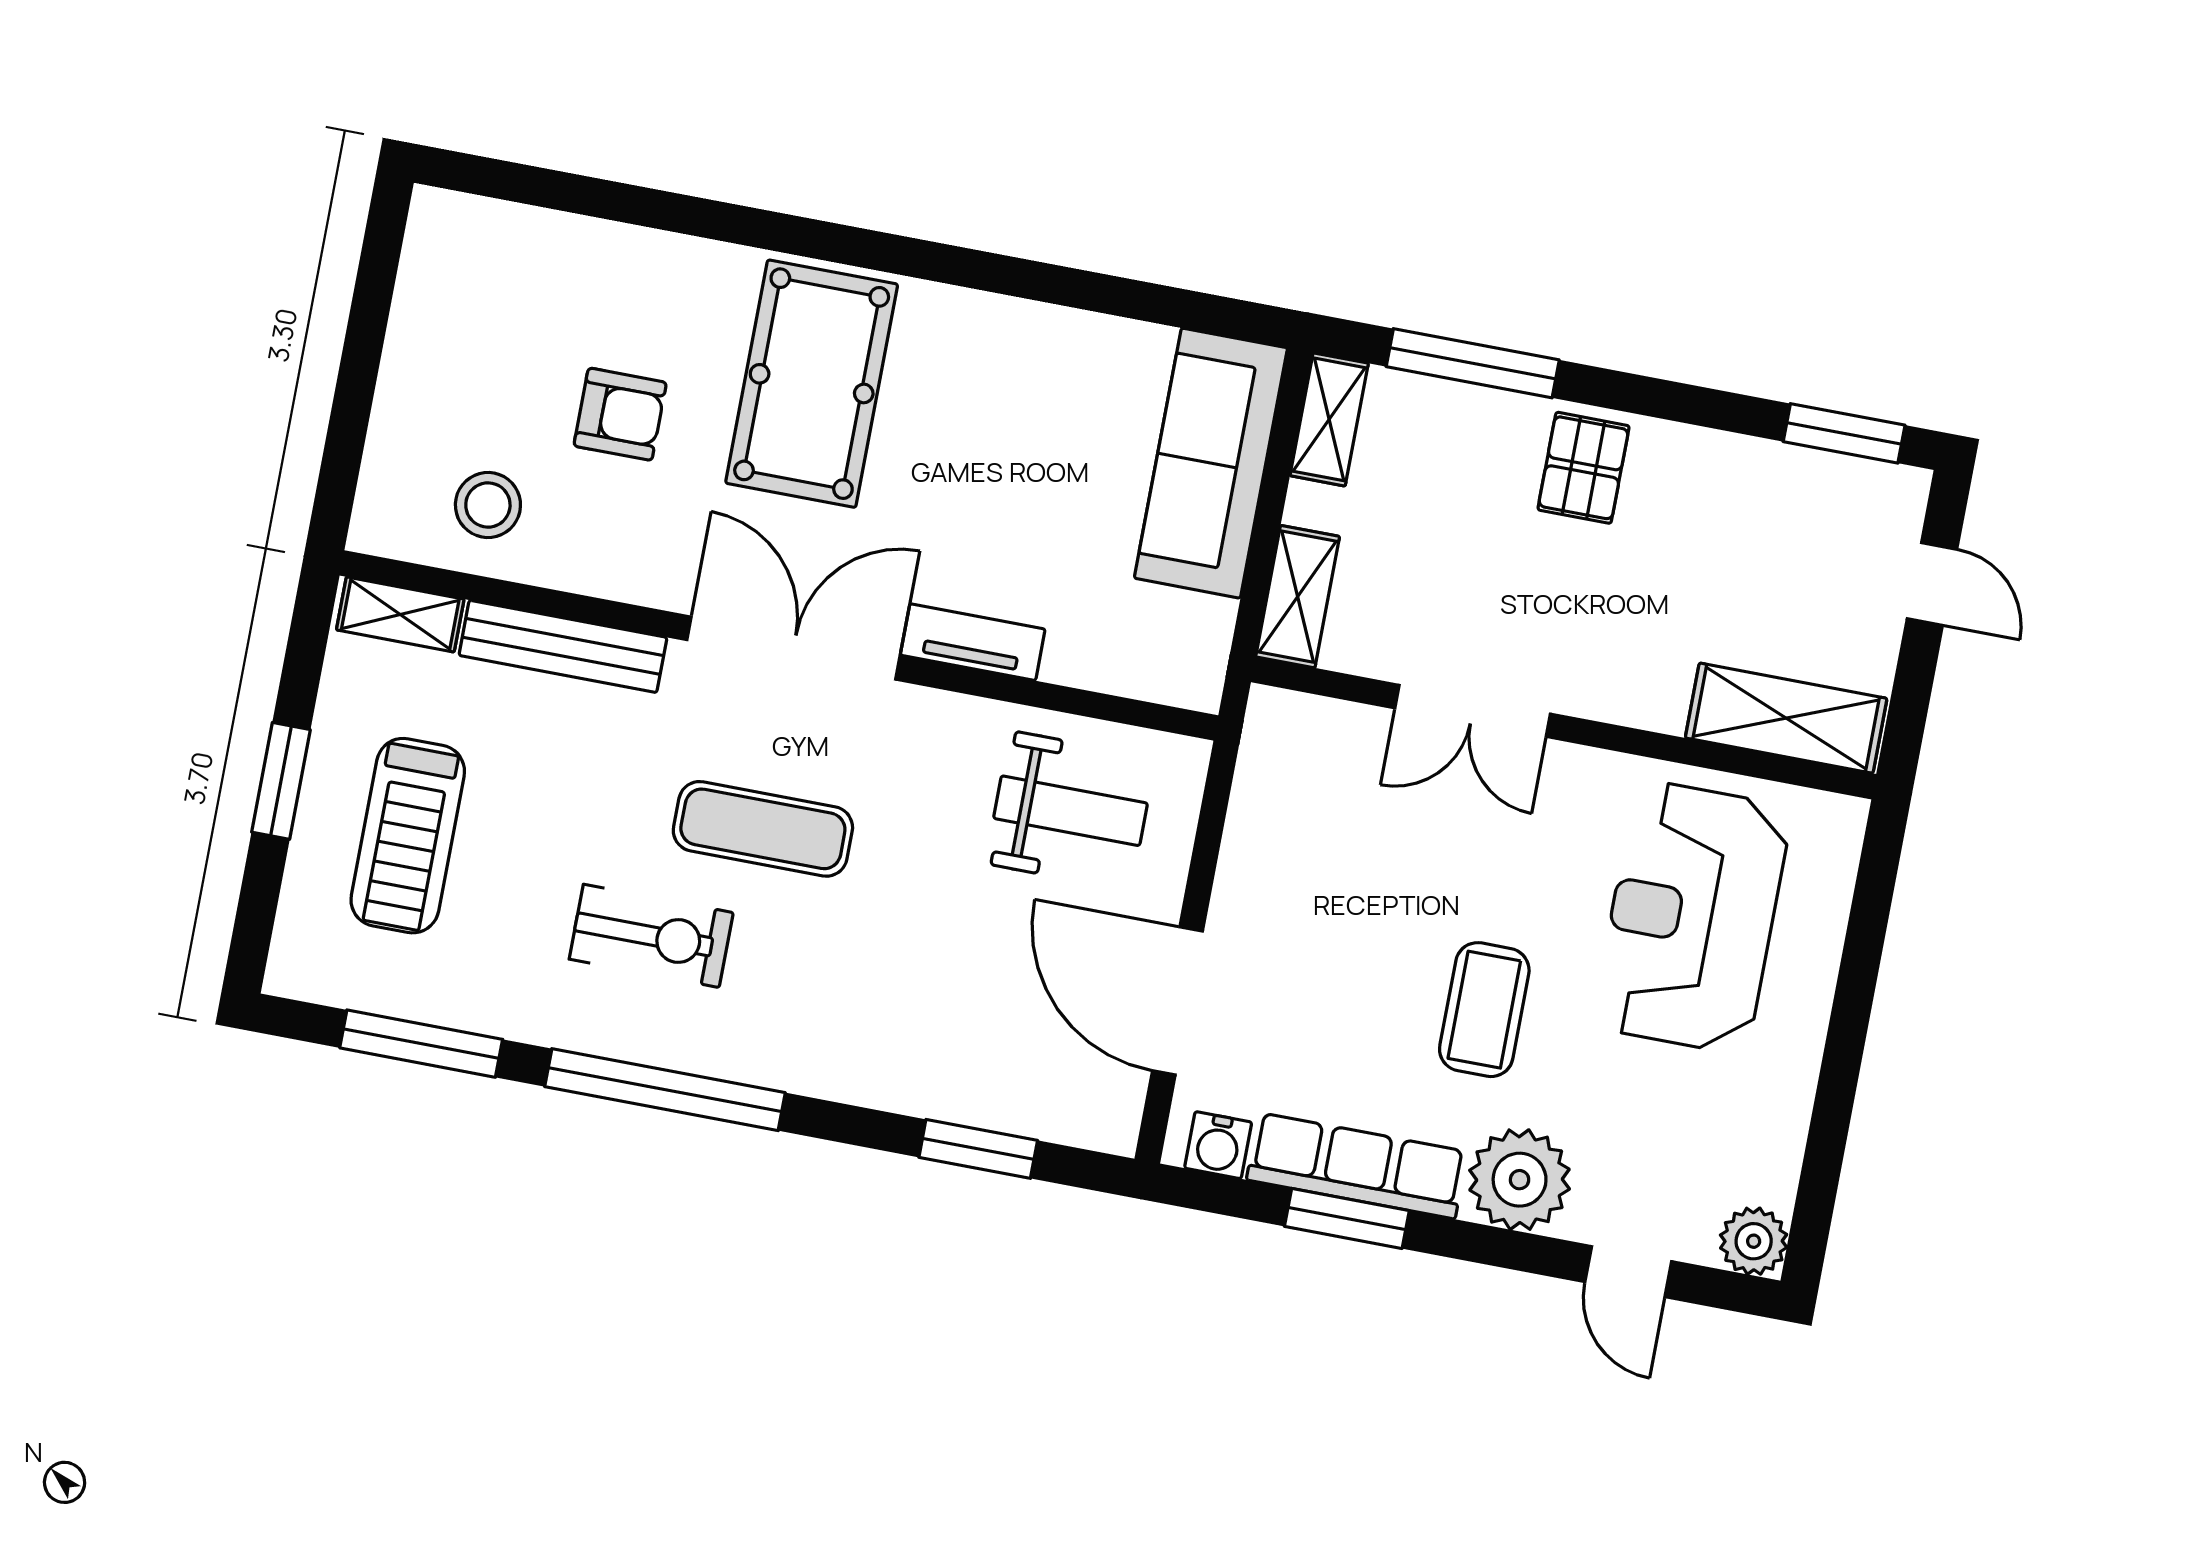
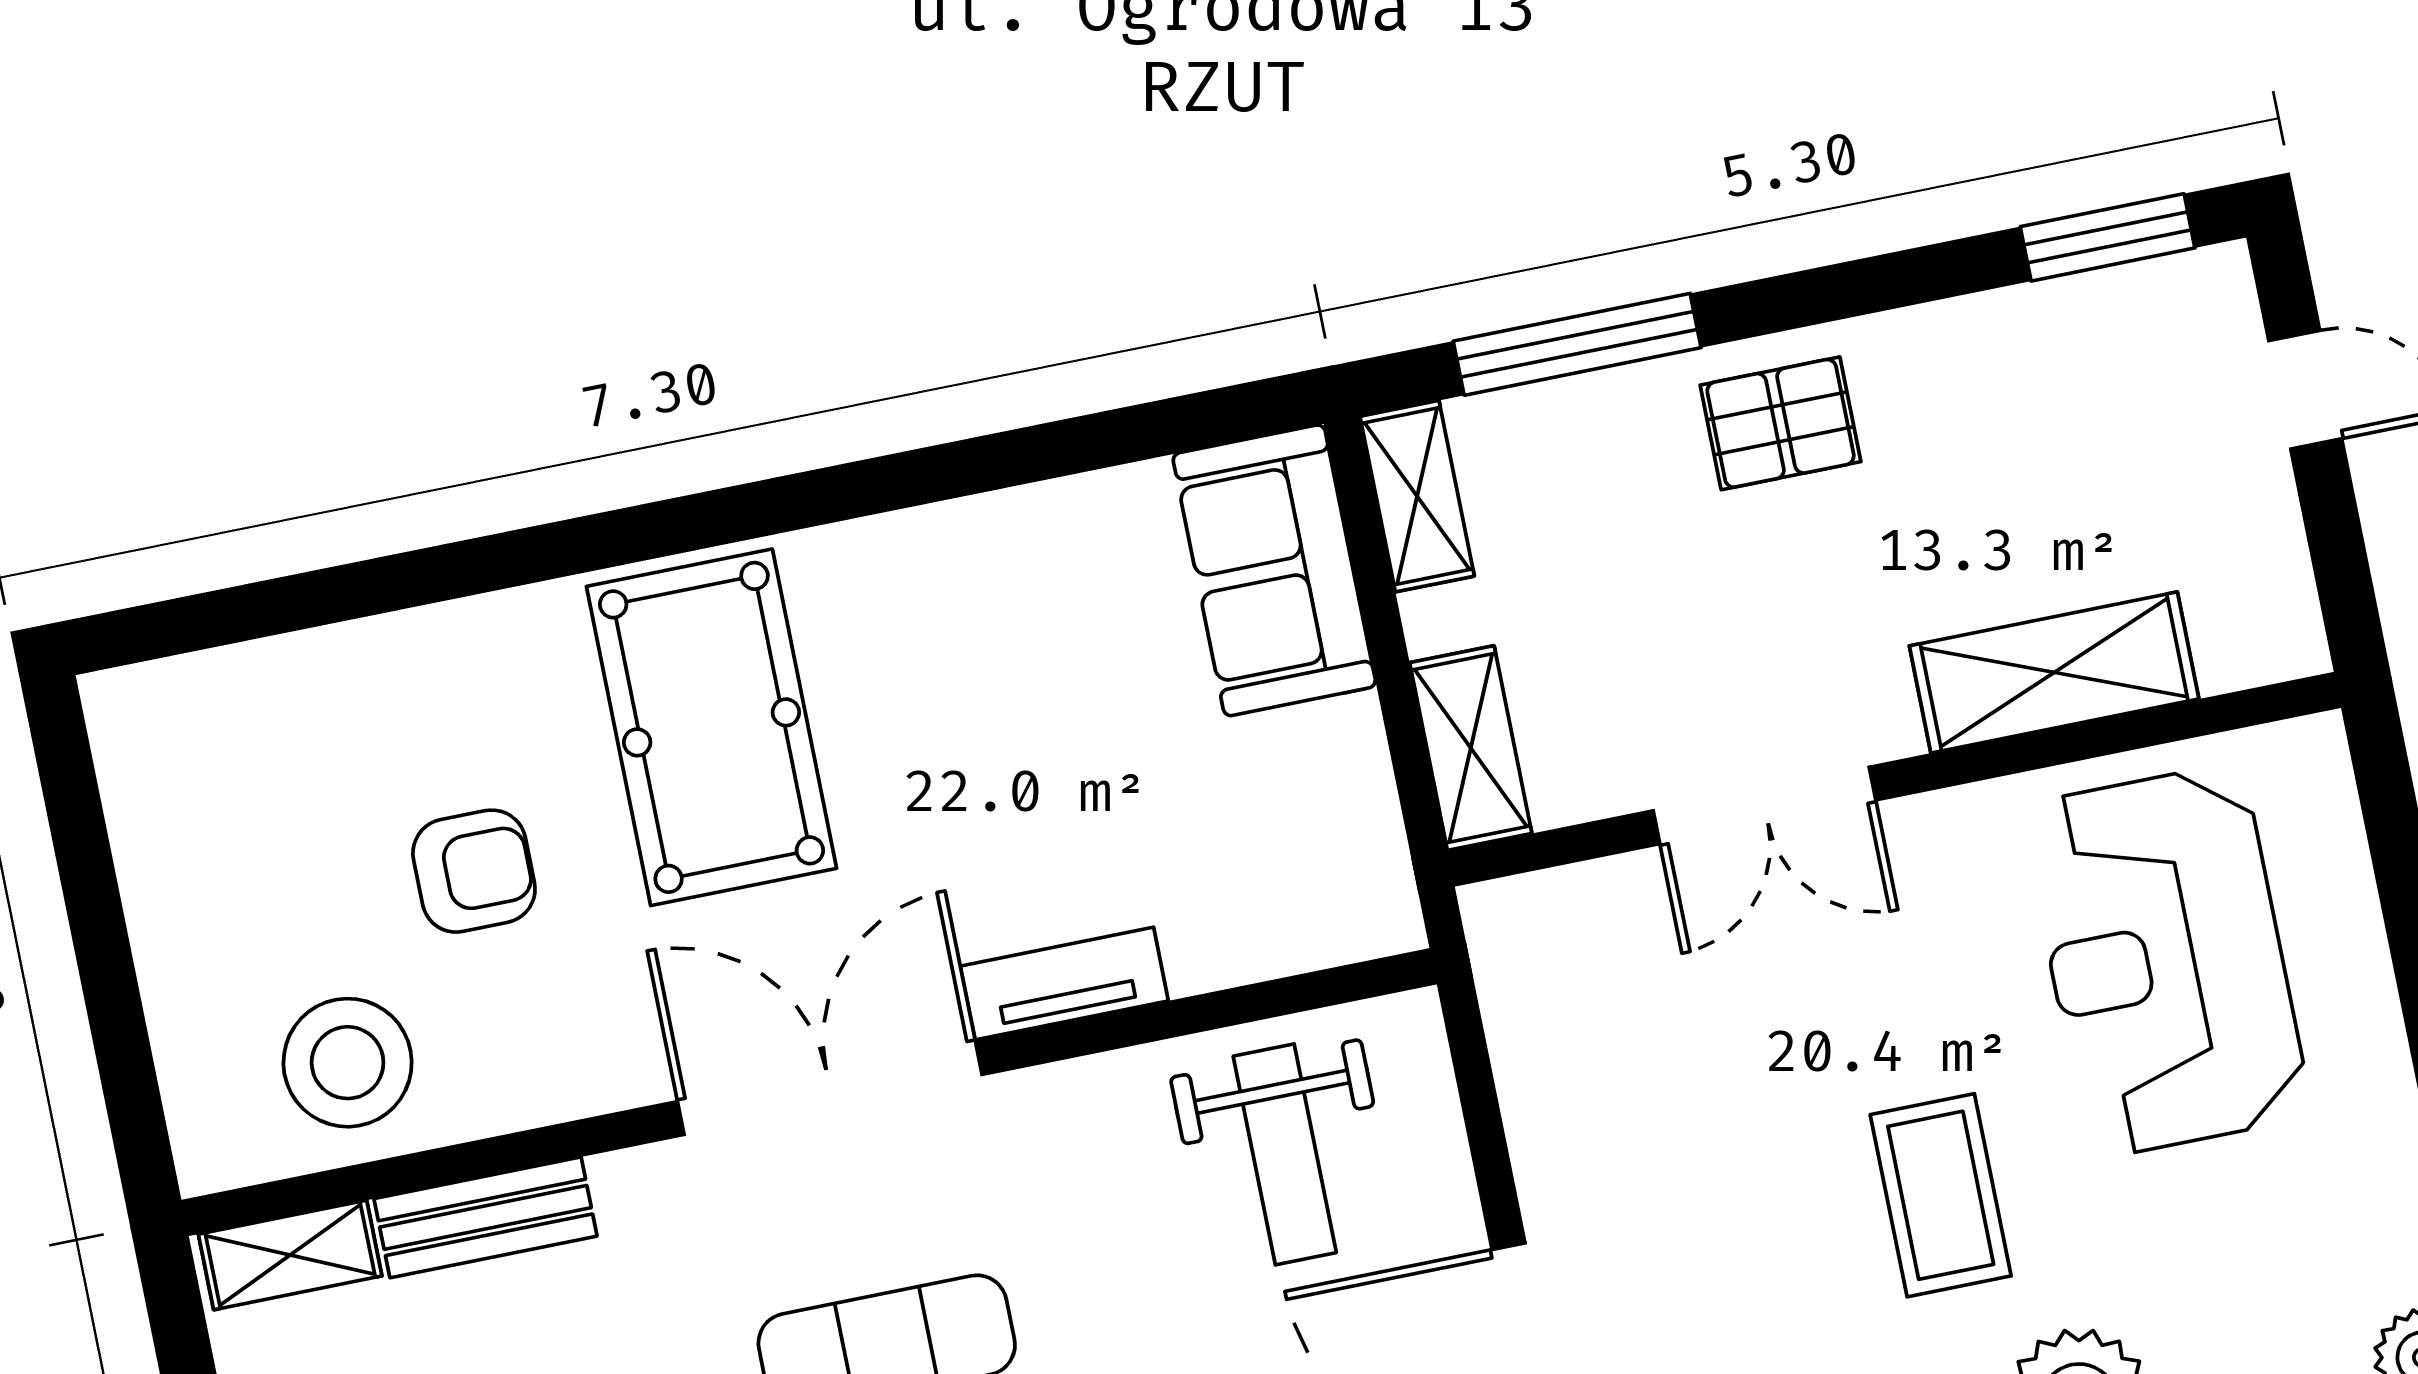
sofa: (1211, 463) -> (1274, 570), width x0.73
pallet: (1584, 468) -> (1781, 423), turned 90
stool: (488, 505) -> (348, 1063), width x1.38, depth x1.38
bench: (563, 646) -> (485, 1217), width x0.73
shelving: (1786, 718) -> (2054, 672), moved
weight bench: (1070, 811) -> (1285, 1154), turned 90

